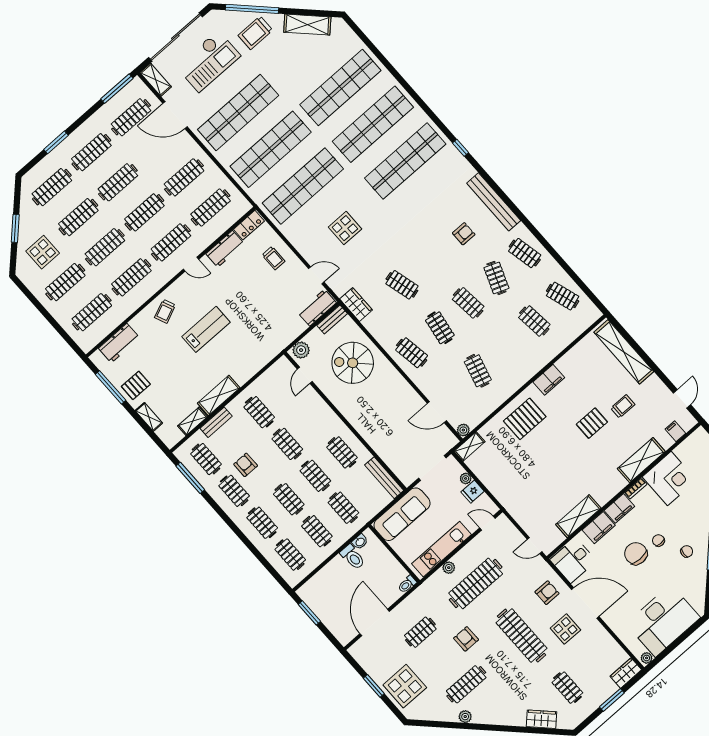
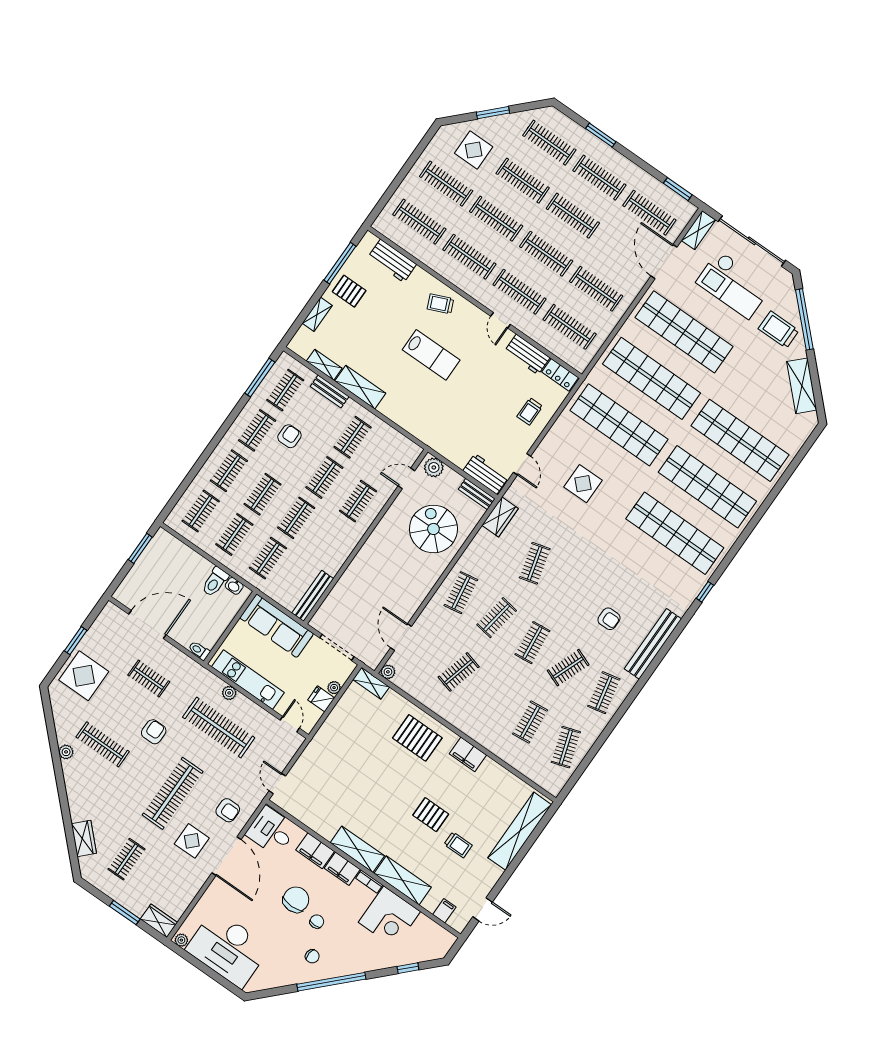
window: (117, 89) -> (678, 189), width x0.69
clothes rail: (342, 452) -> (358, 501), moved
shelving: (578, 516) -> (357, 849), moved

